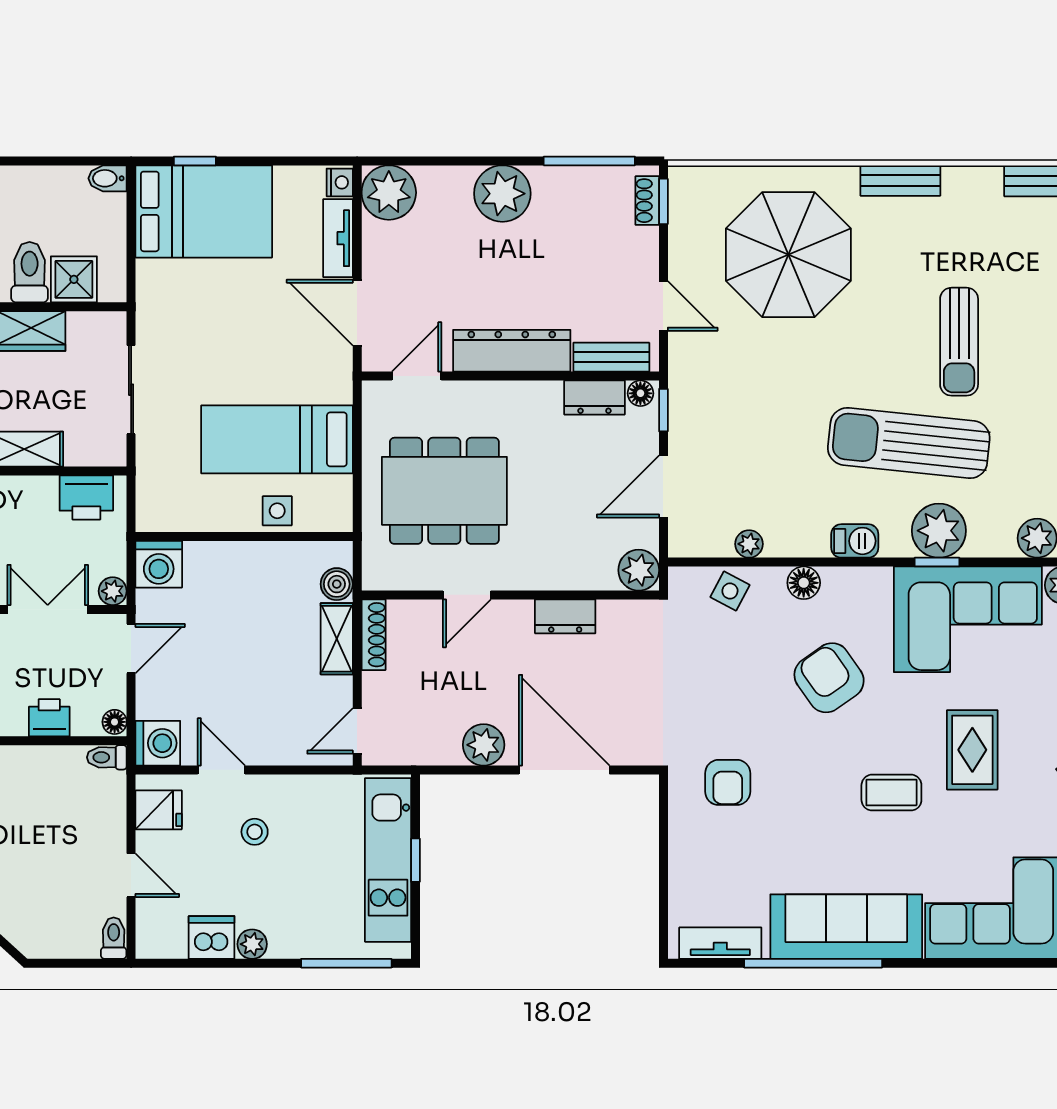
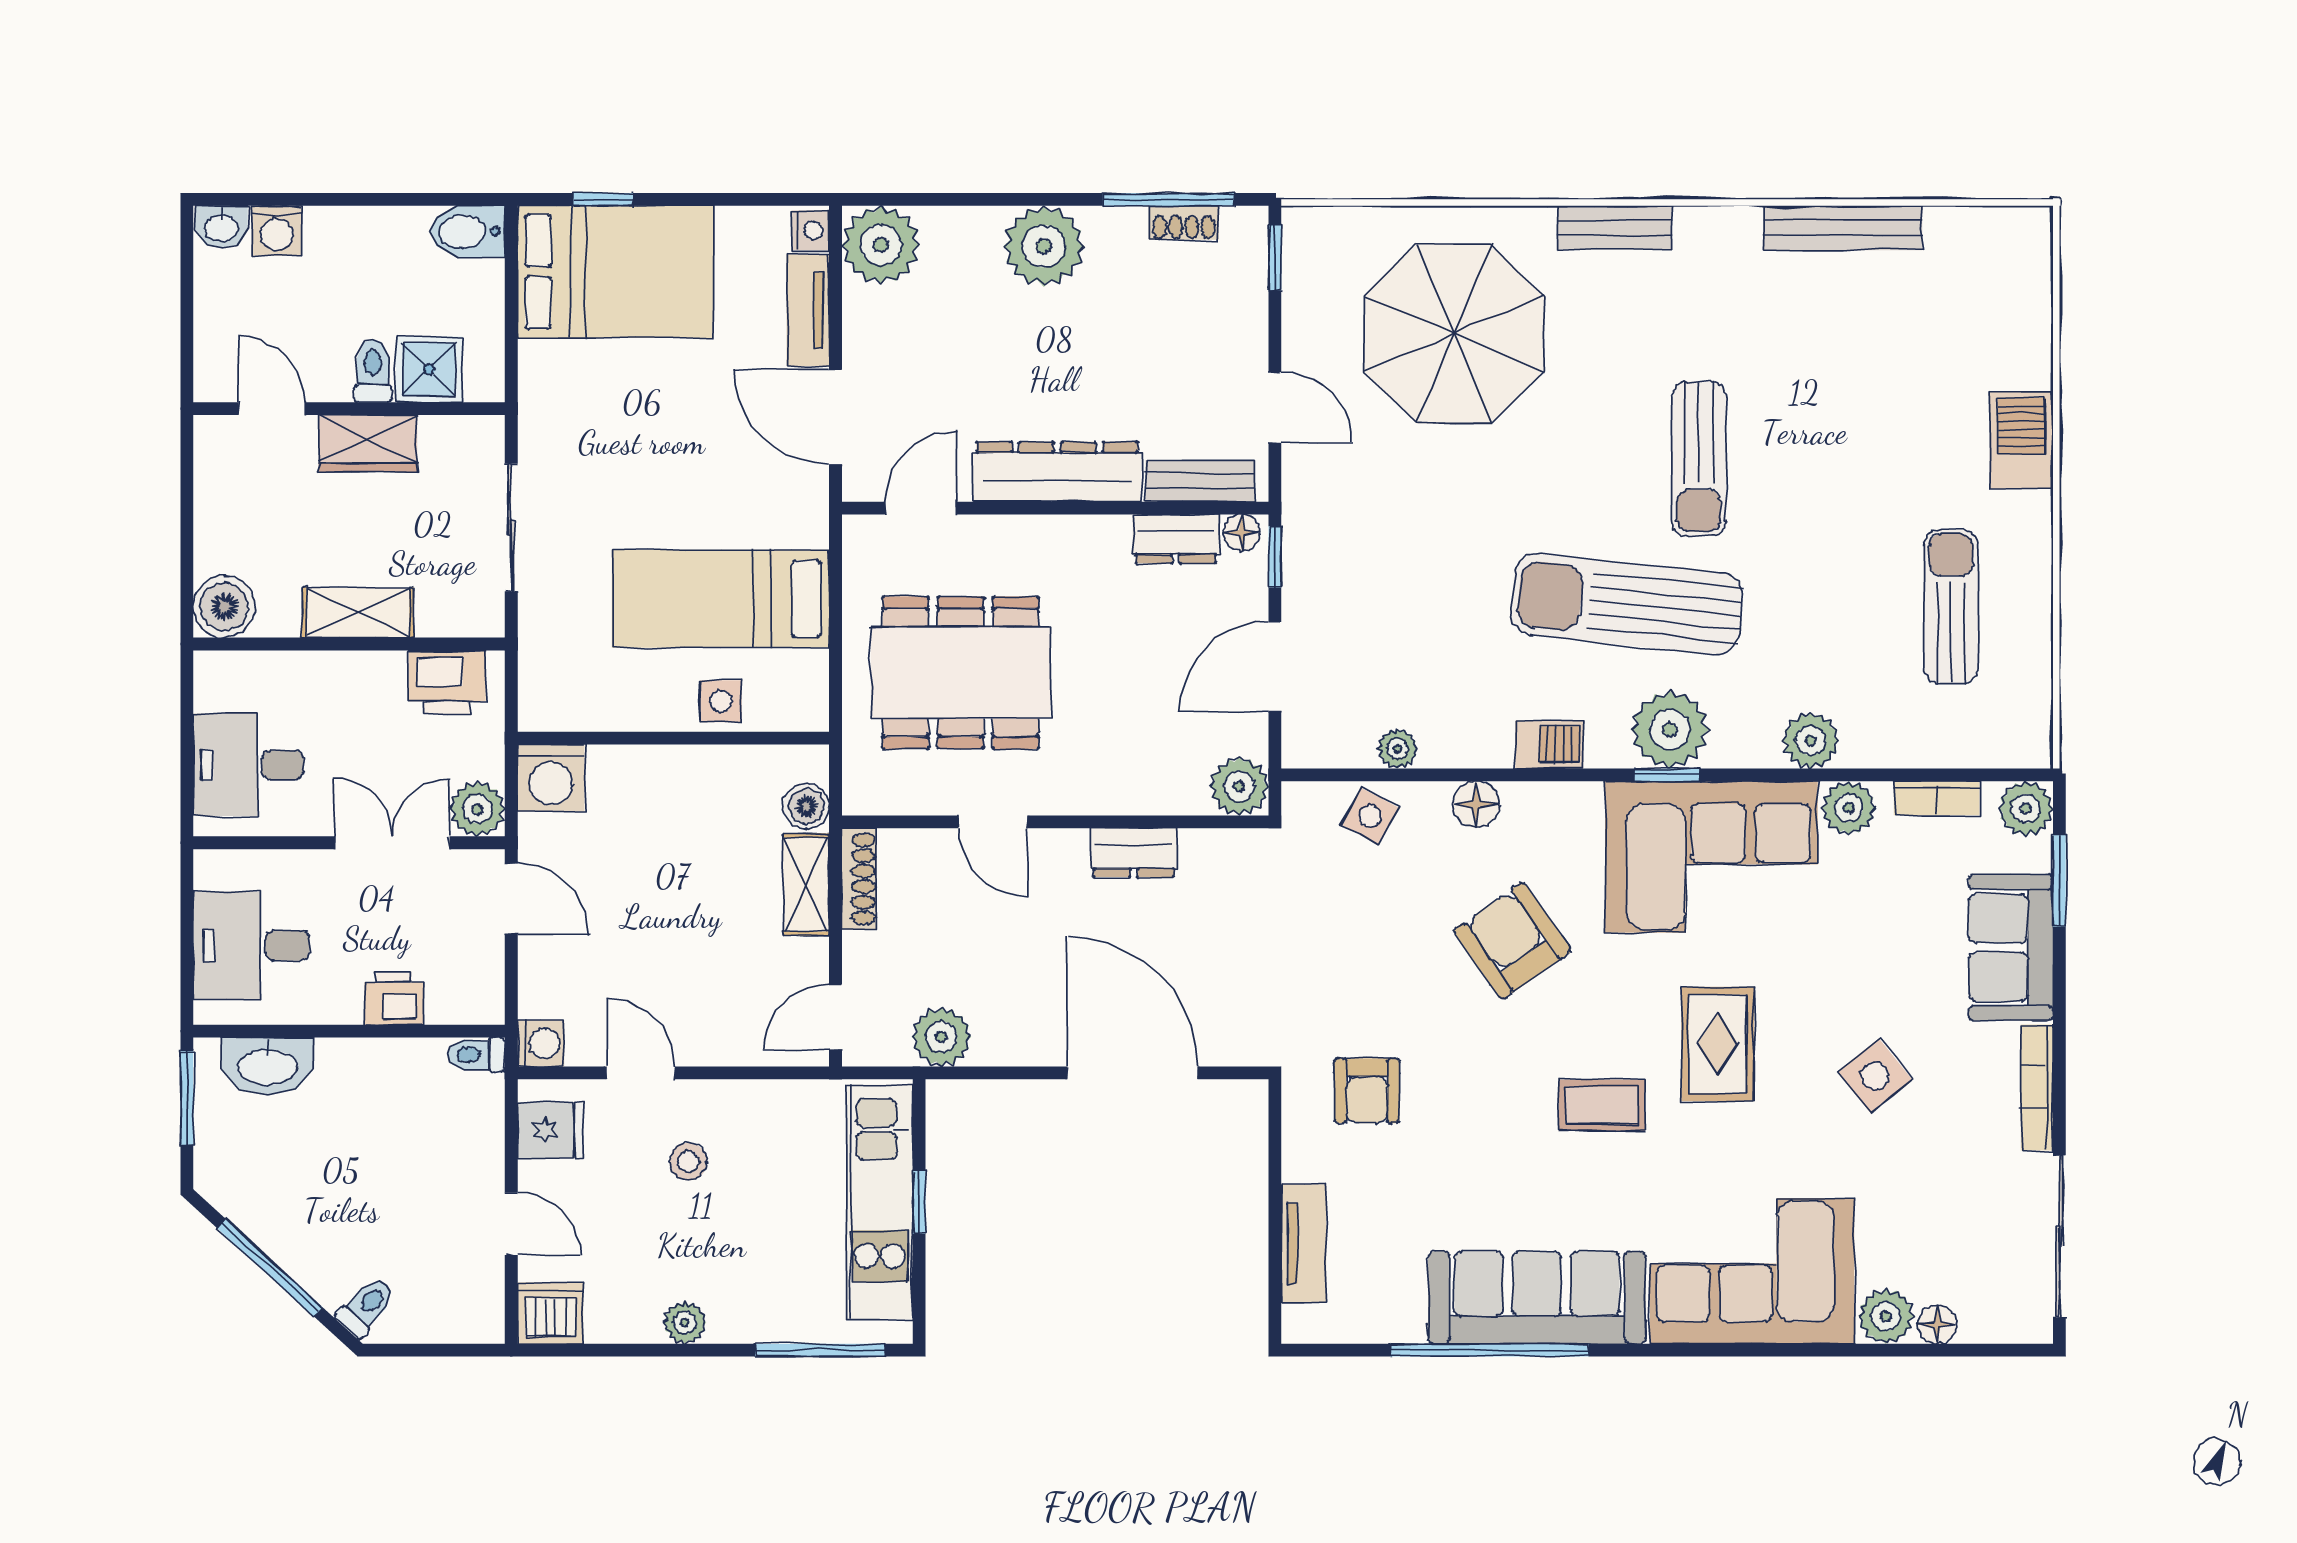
bidet: (108, 178) -> (468, 232), width x1.38, depth x1.36
shoe rack: (647, 201) -> (1184, 223), moved, turned -90
toilet: (30, 272) -> (373, 371), width x0.73, depth x0.72
plant: (113, 591) -> (477, 809), width x1.38, depth x1.38
door: (467, 595) -> (993, 822), hinge flipped
door: (131, 649) -> (511, 899), hinge flipped
floor lamp: (115, 722) -> (488, 1004), removed
washing machine: (158, 743) -> (541, 1043), width x0.73, depth x0.73
plant: (484, 745) -> (941, 1037), moved
dishwasher: (212, 937) -> (550, 1313), moved
toilet: (114, 938) -> (366, 1307), moved, turned 42
tv unit: (720, 943) -> (1304, 1243), moved, turned 90

